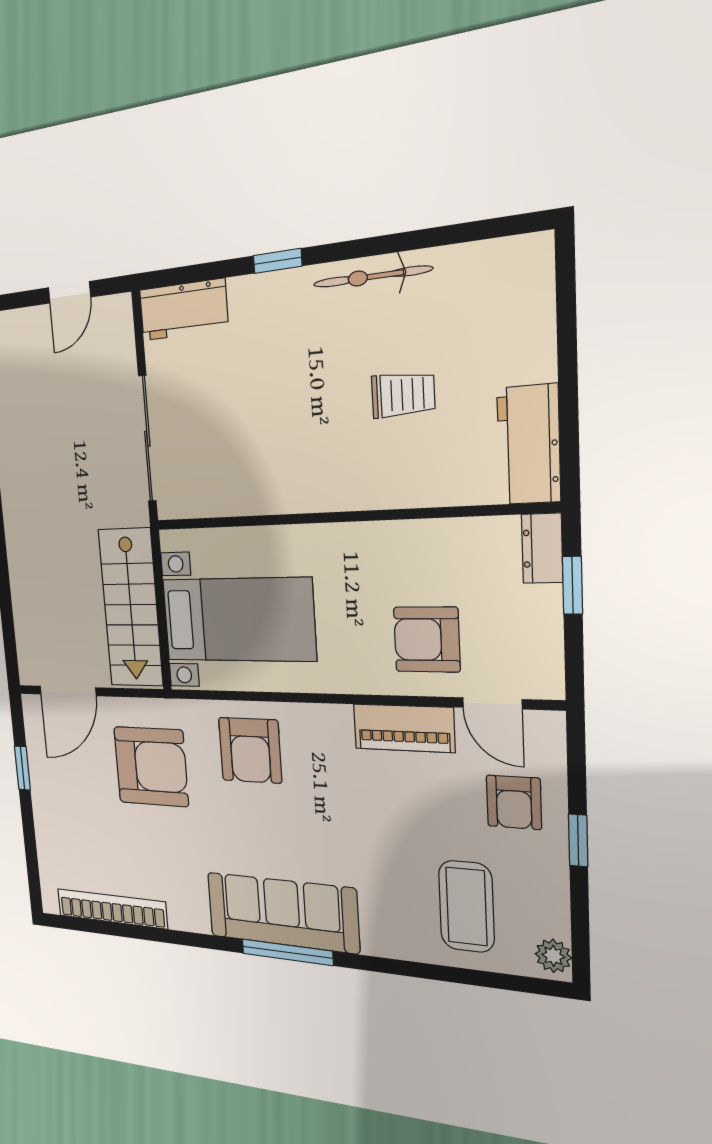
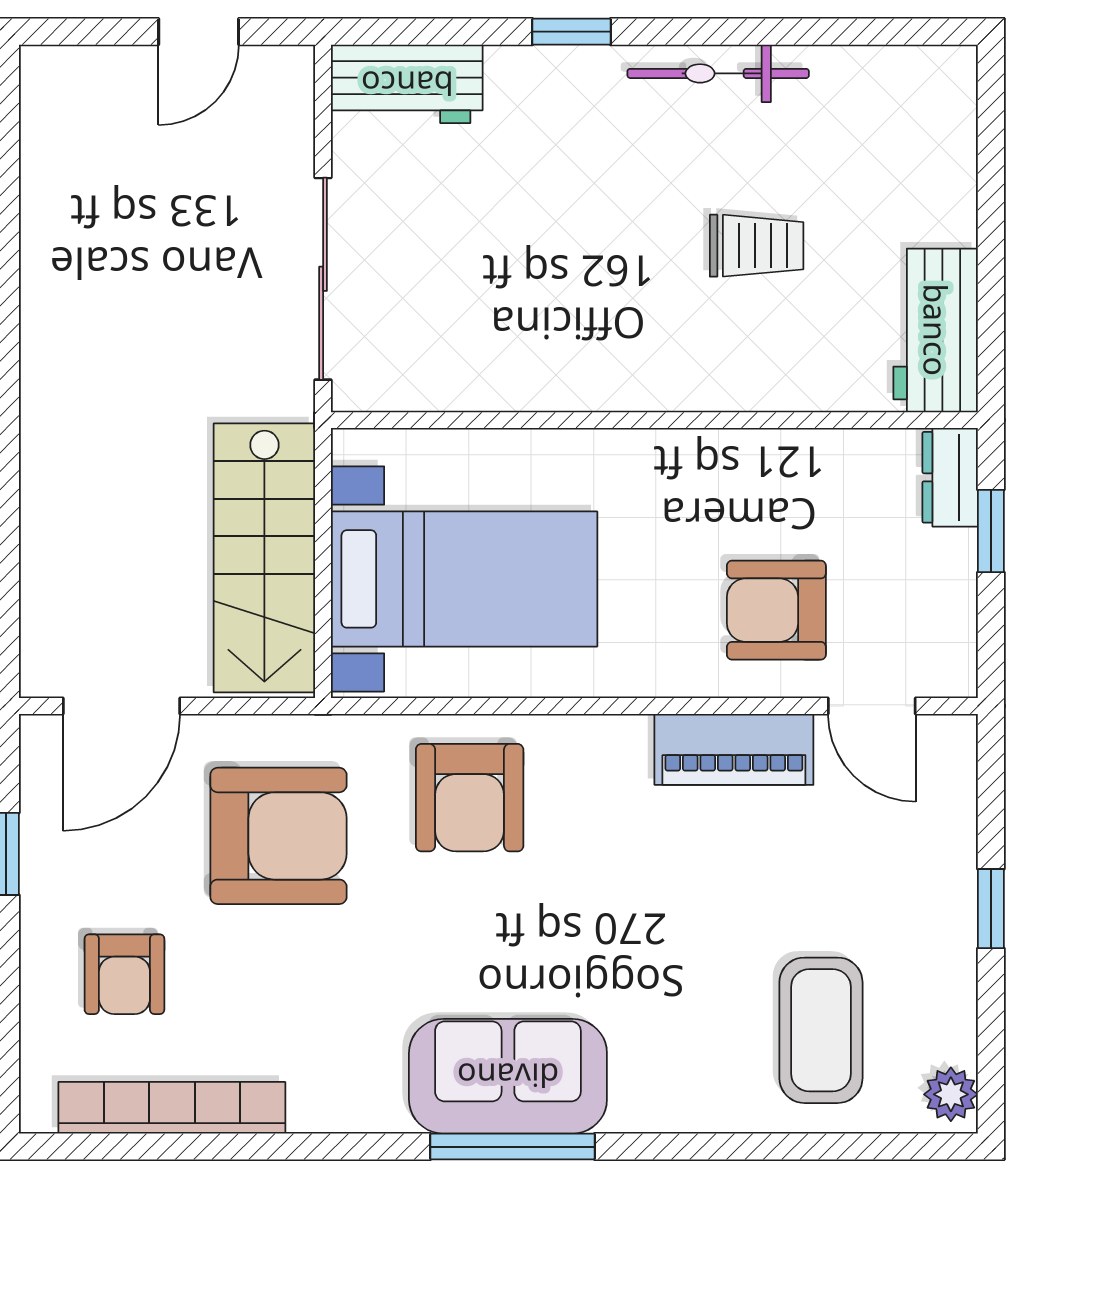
armchair: (514, 802) -> (124, 974), moved
sofa: (282, 913) -> (508, 1076), width x0.73

